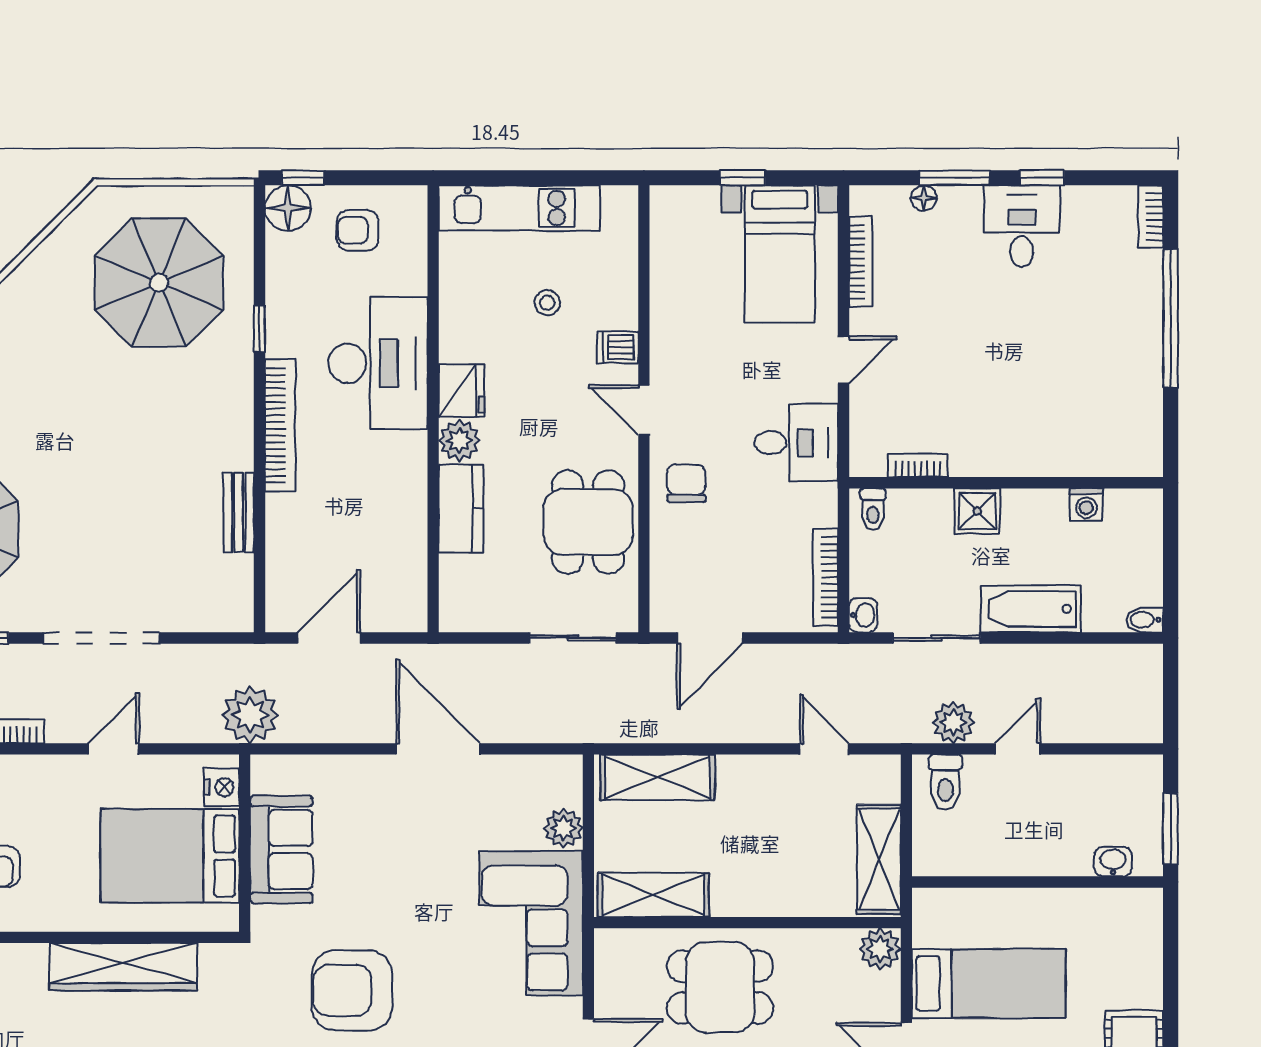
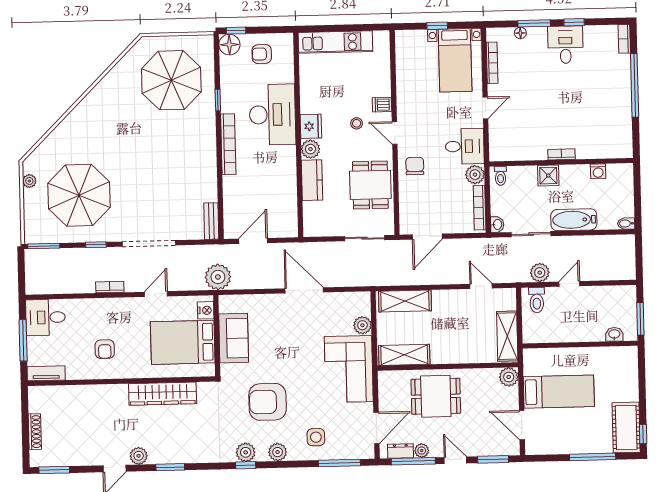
stool: (547, 303) -> (357, 123), moved
bookcase: (918, 465) -> (562, 154), moved
plant: (817, 505) -> (475, 175), added
bench: (239, 512) -> (211, 221), moved

